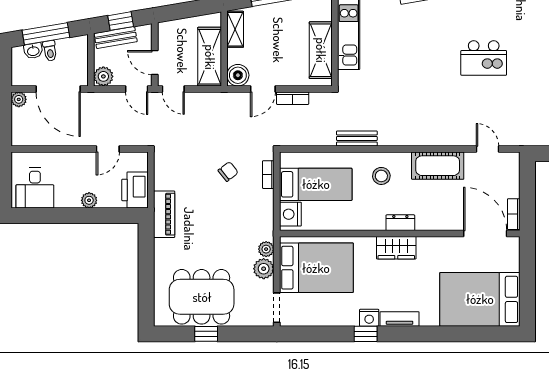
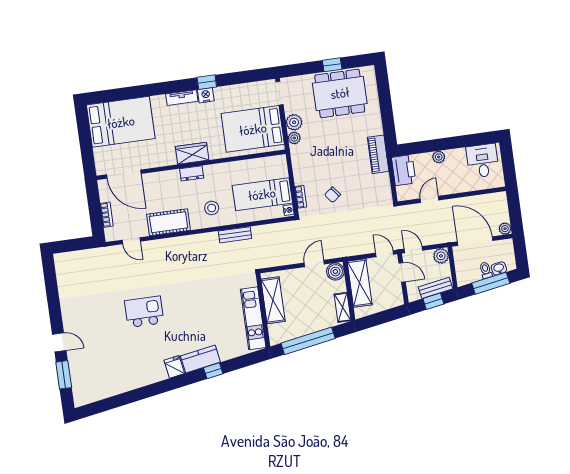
bookcase: (293, 98) -> (290, 259), removed
nightstand: (290, 214) -> (289, 210), moved, width x0.53, depth x0.56
bookcase: (514, 214) -> (107, 215), moved

